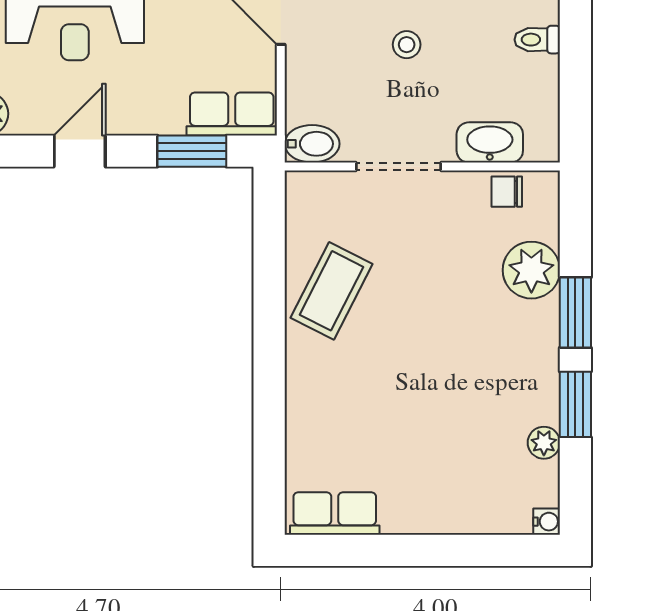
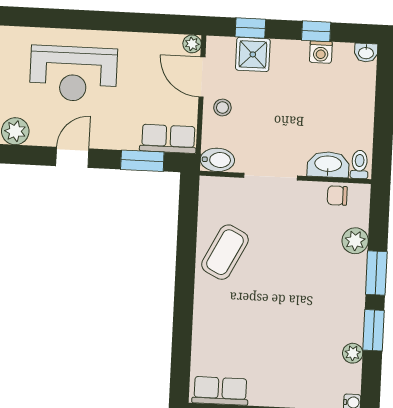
toilet: (537, 40) -> (359, 164), moved, turned 90
stool: (407, 45) -> (222, 107), moved
plant: (531, 270) -> (355, 241), width x0.73, depth x0.73

